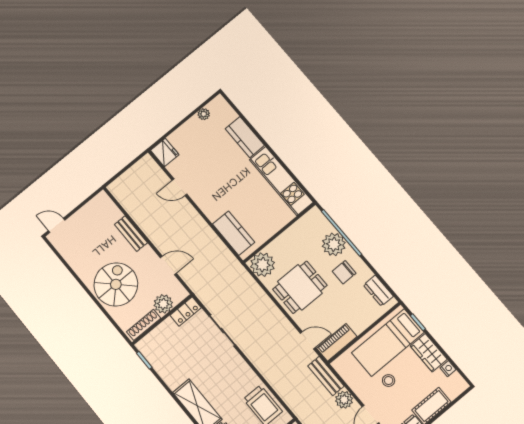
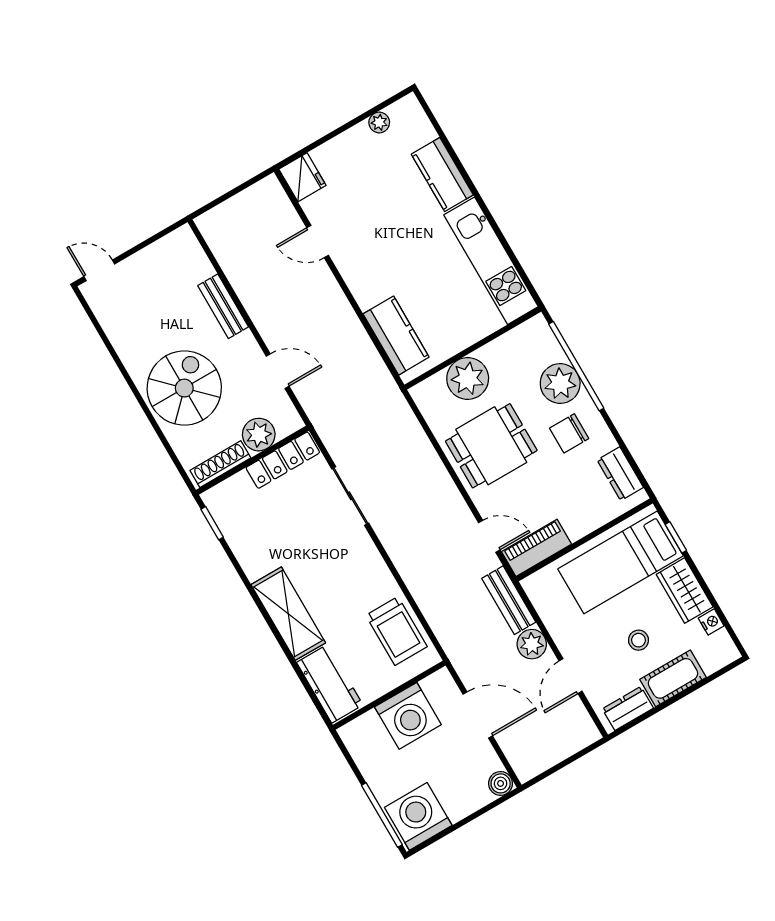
plant: (263, 265) -> (468, 378), moved
locker: (186, 311) -> (283, 460), width x1.53
stool: (389, 381) -> (639, 640), moved

